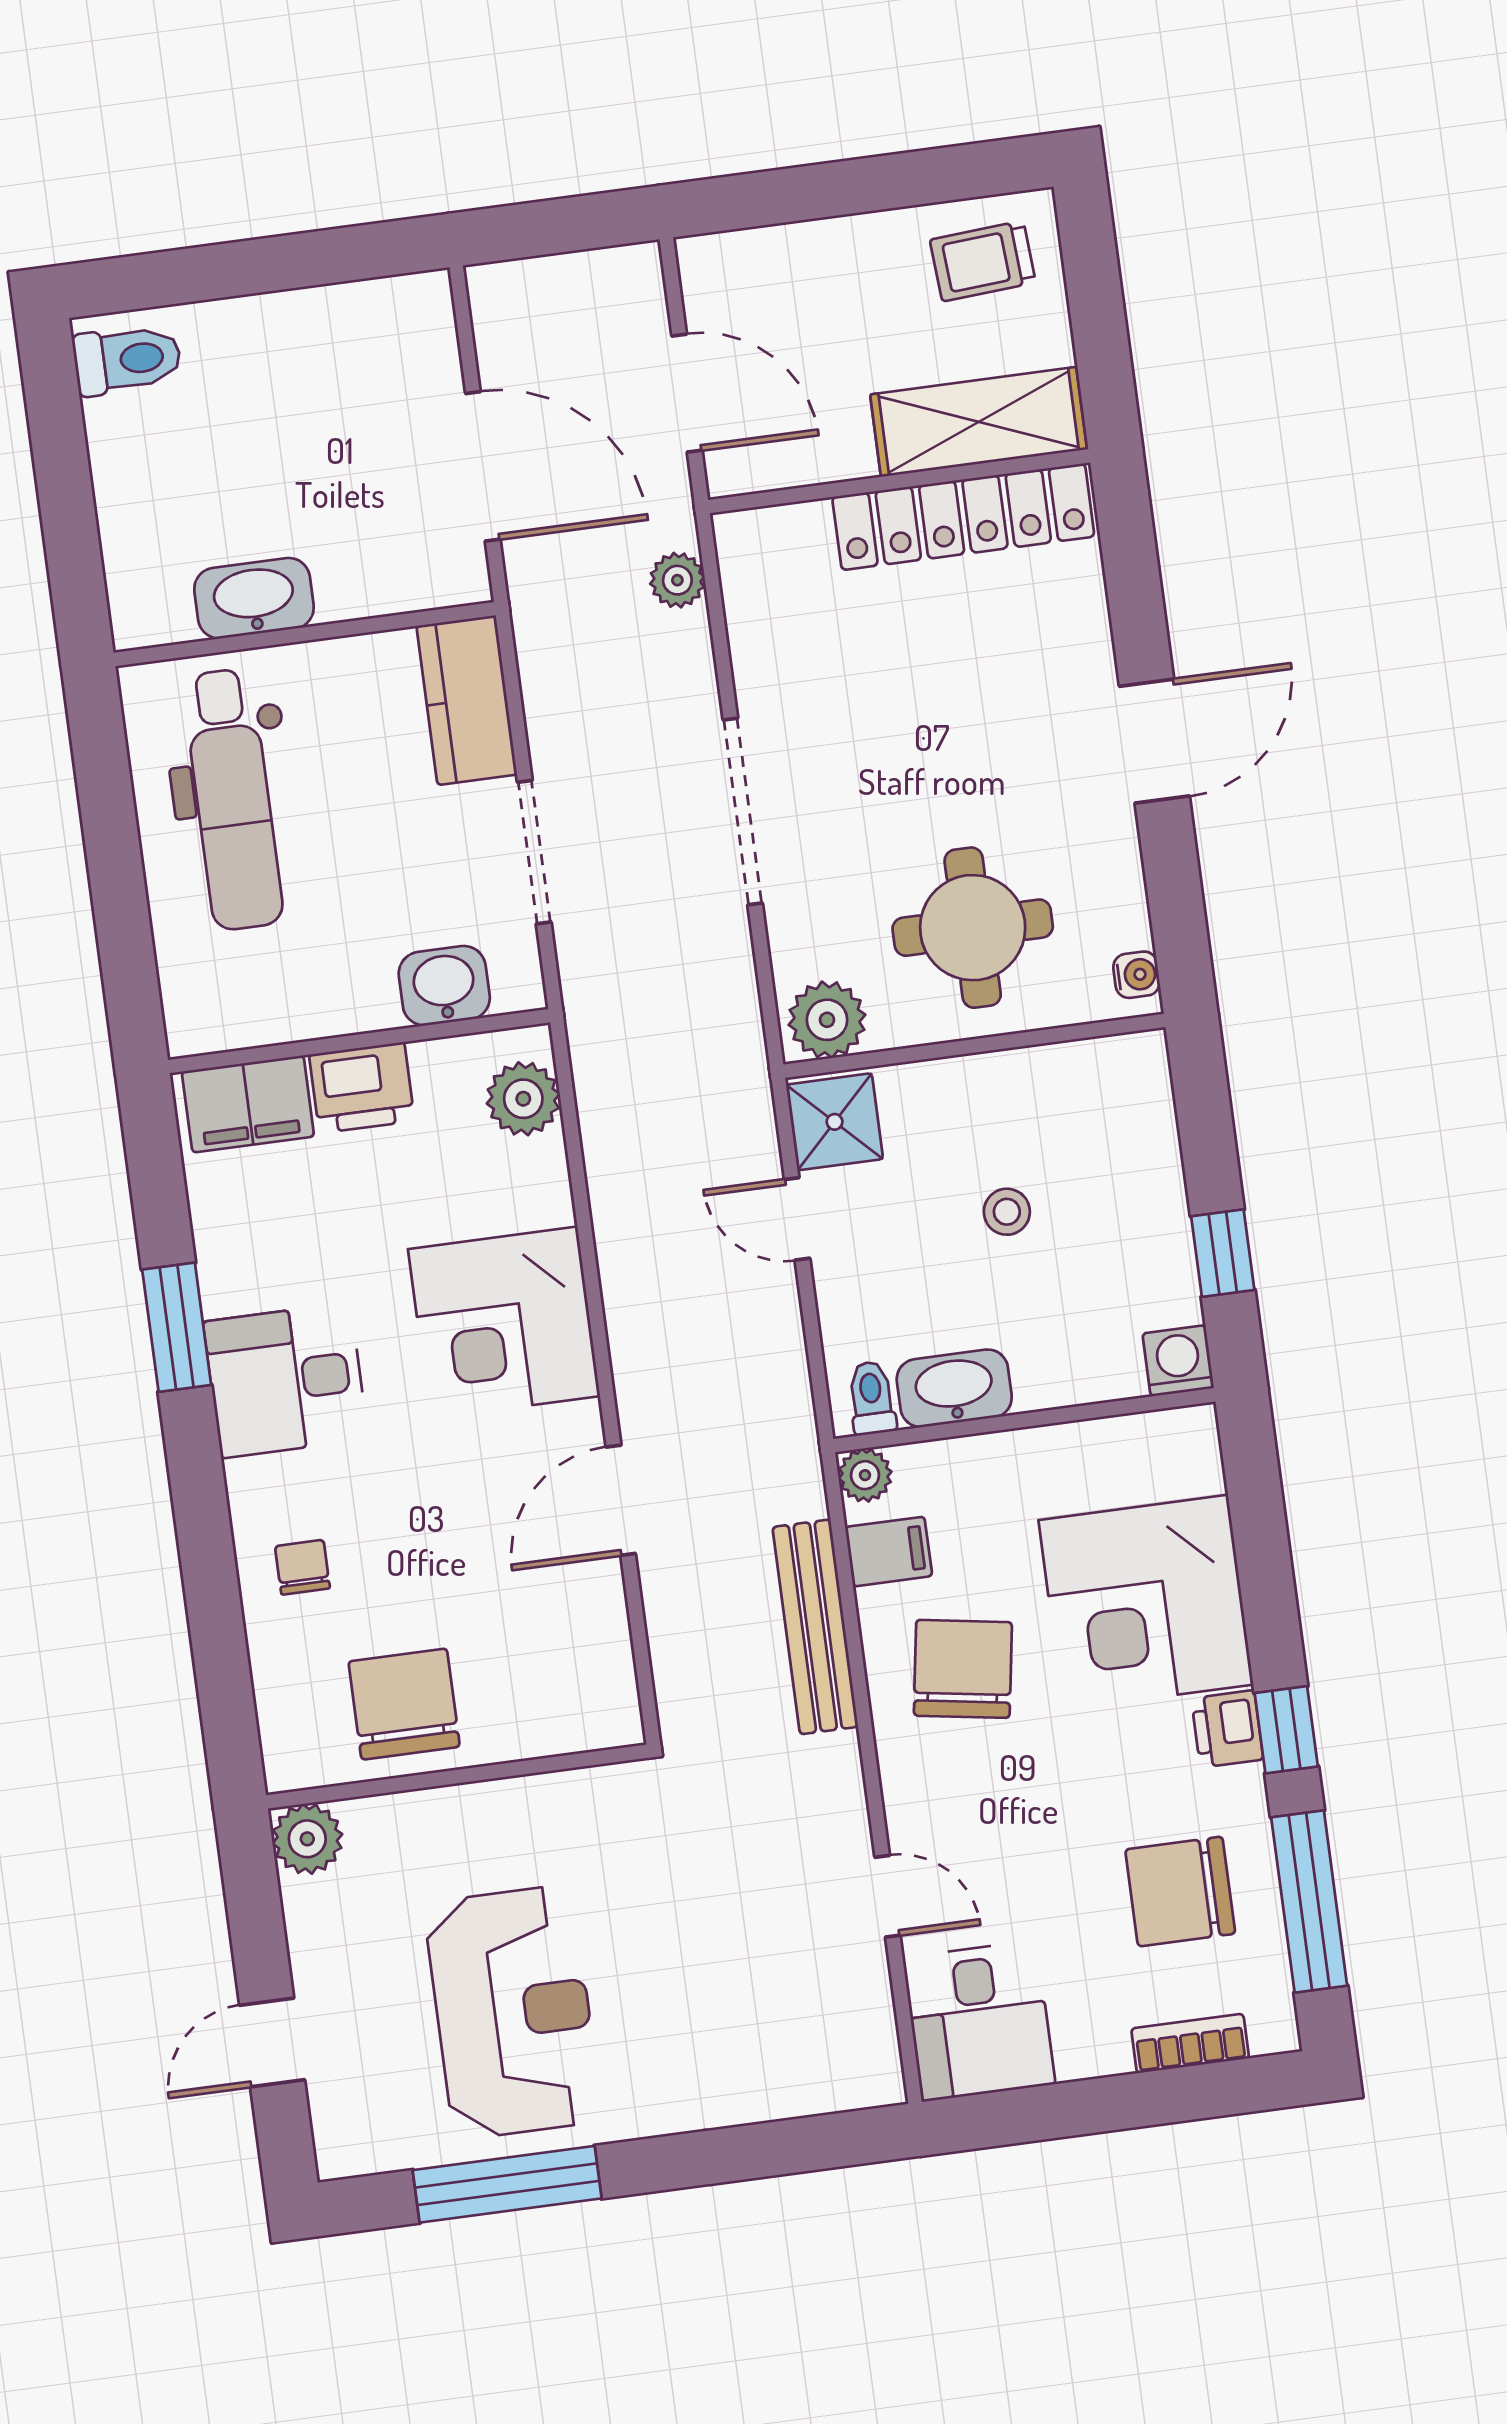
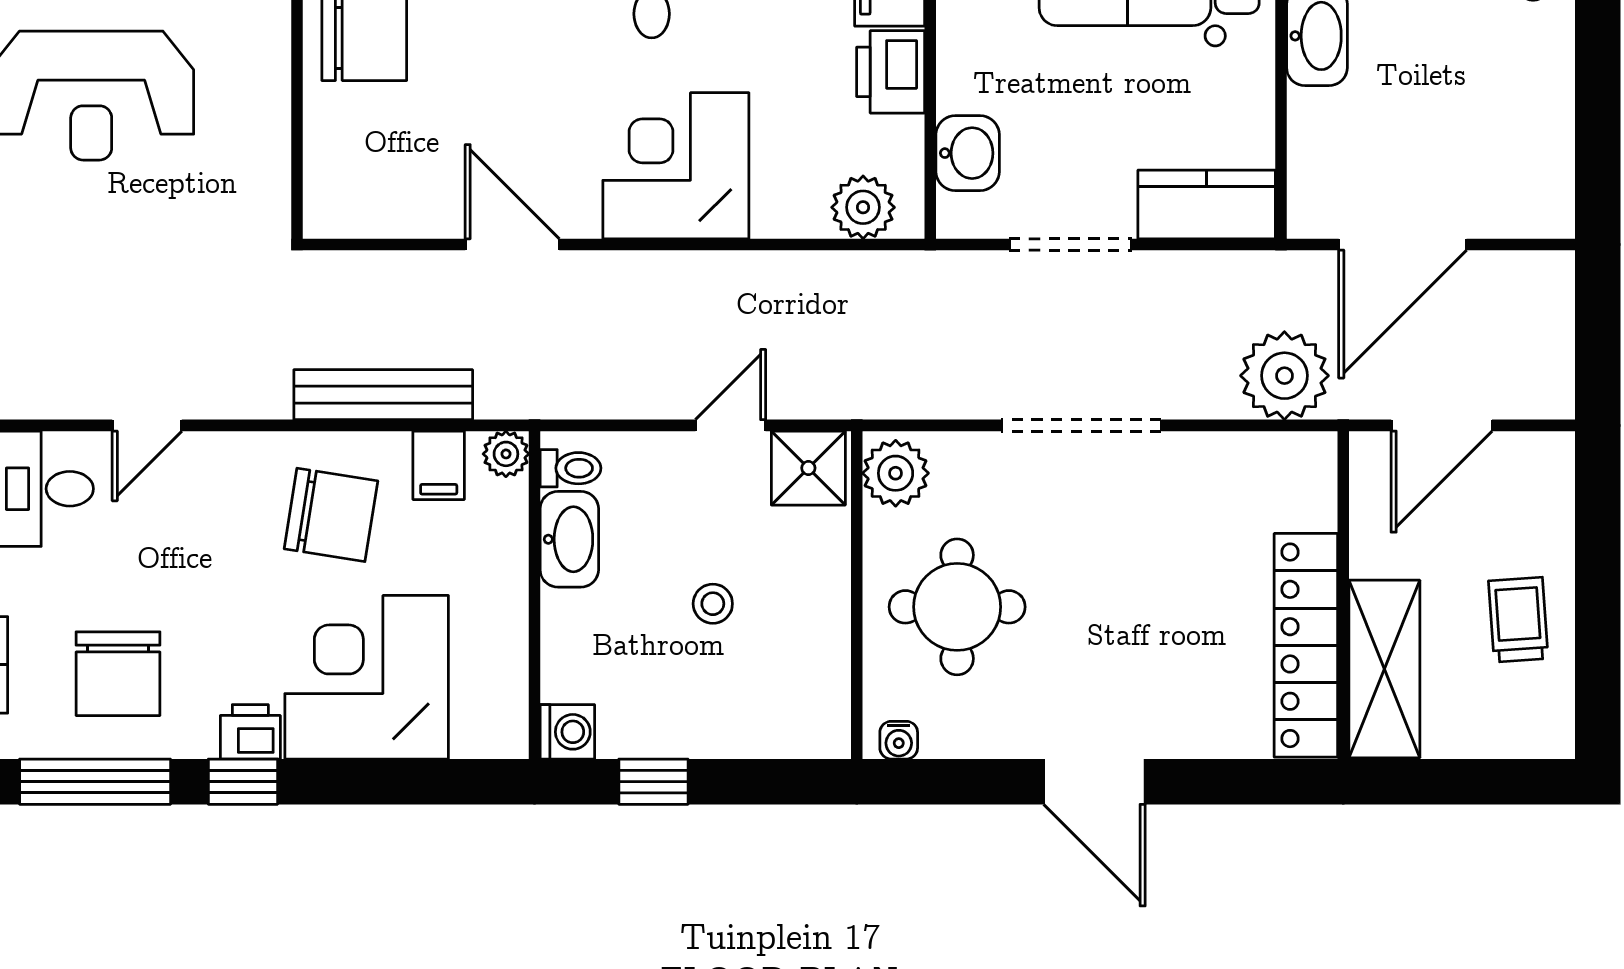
trolley: (983, 261) -> (1518, 620), moved
plant: (677, 580) -> (1284, 376), width x1.88, depth x1.88
chair: (1180, 1892) -> (118, 674), turned 180

